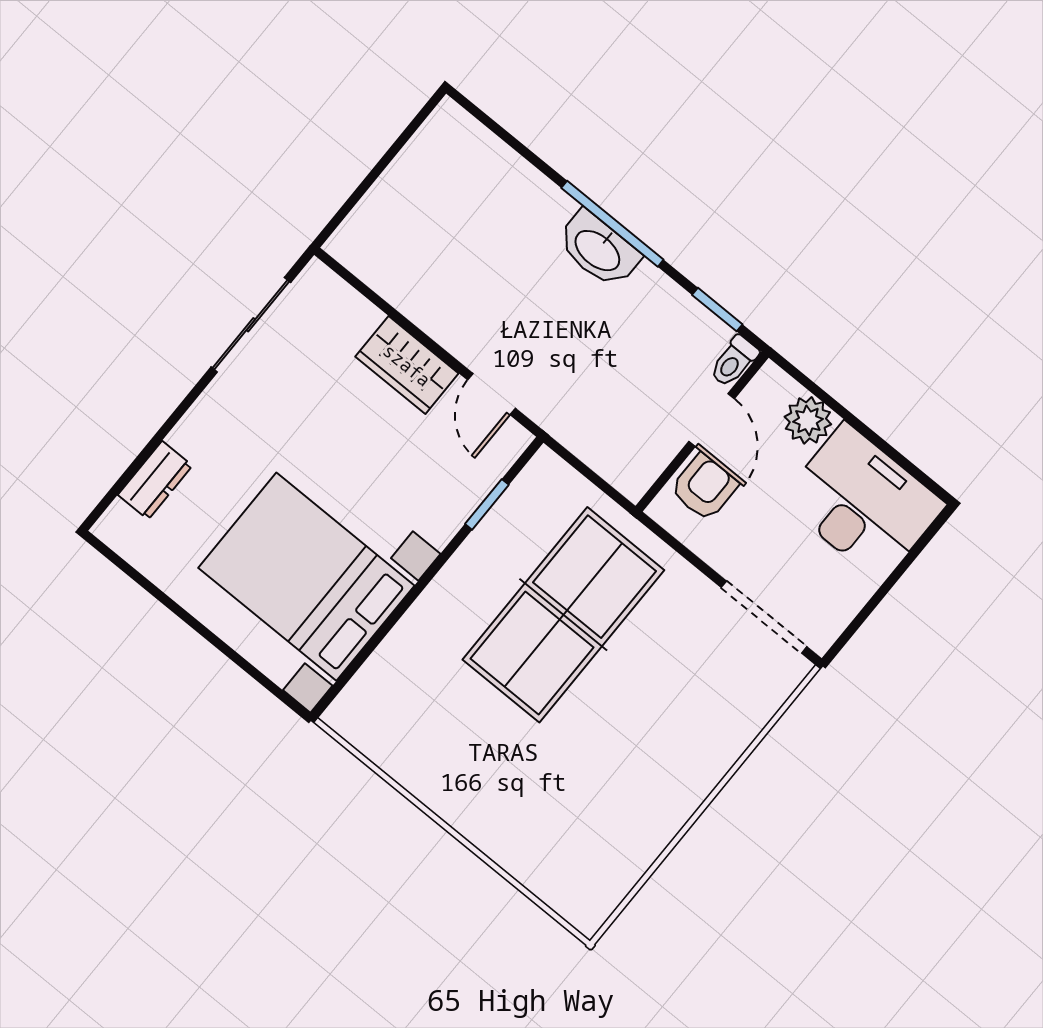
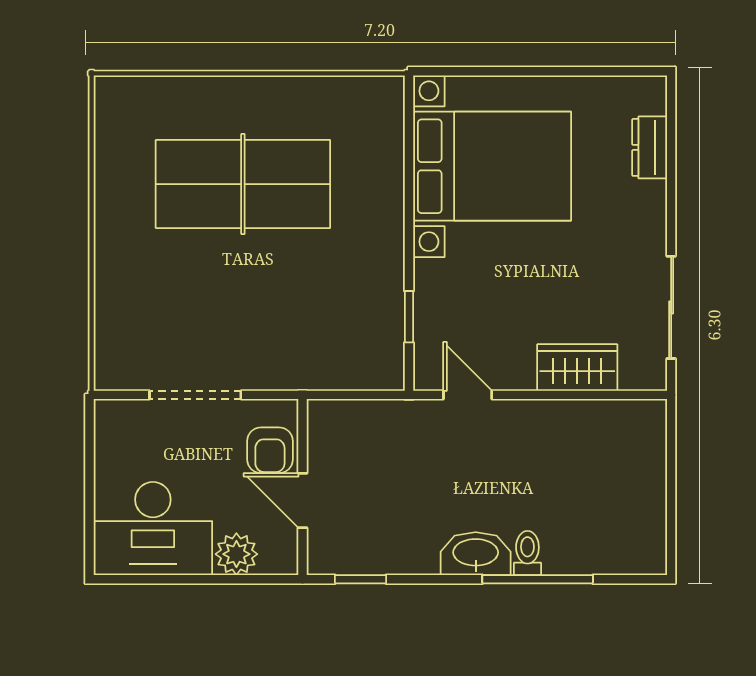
window: (612, 224) -> (538, 579), moved
toilet: (734, 361) -> (527, 553), moved
wardrobe: (407, 365) -> (577, 367), moved
table tennis table: (563, 615) -> (243, 184), moved, turned 90
doorway: (764, 617) -> (195, 395), moved

